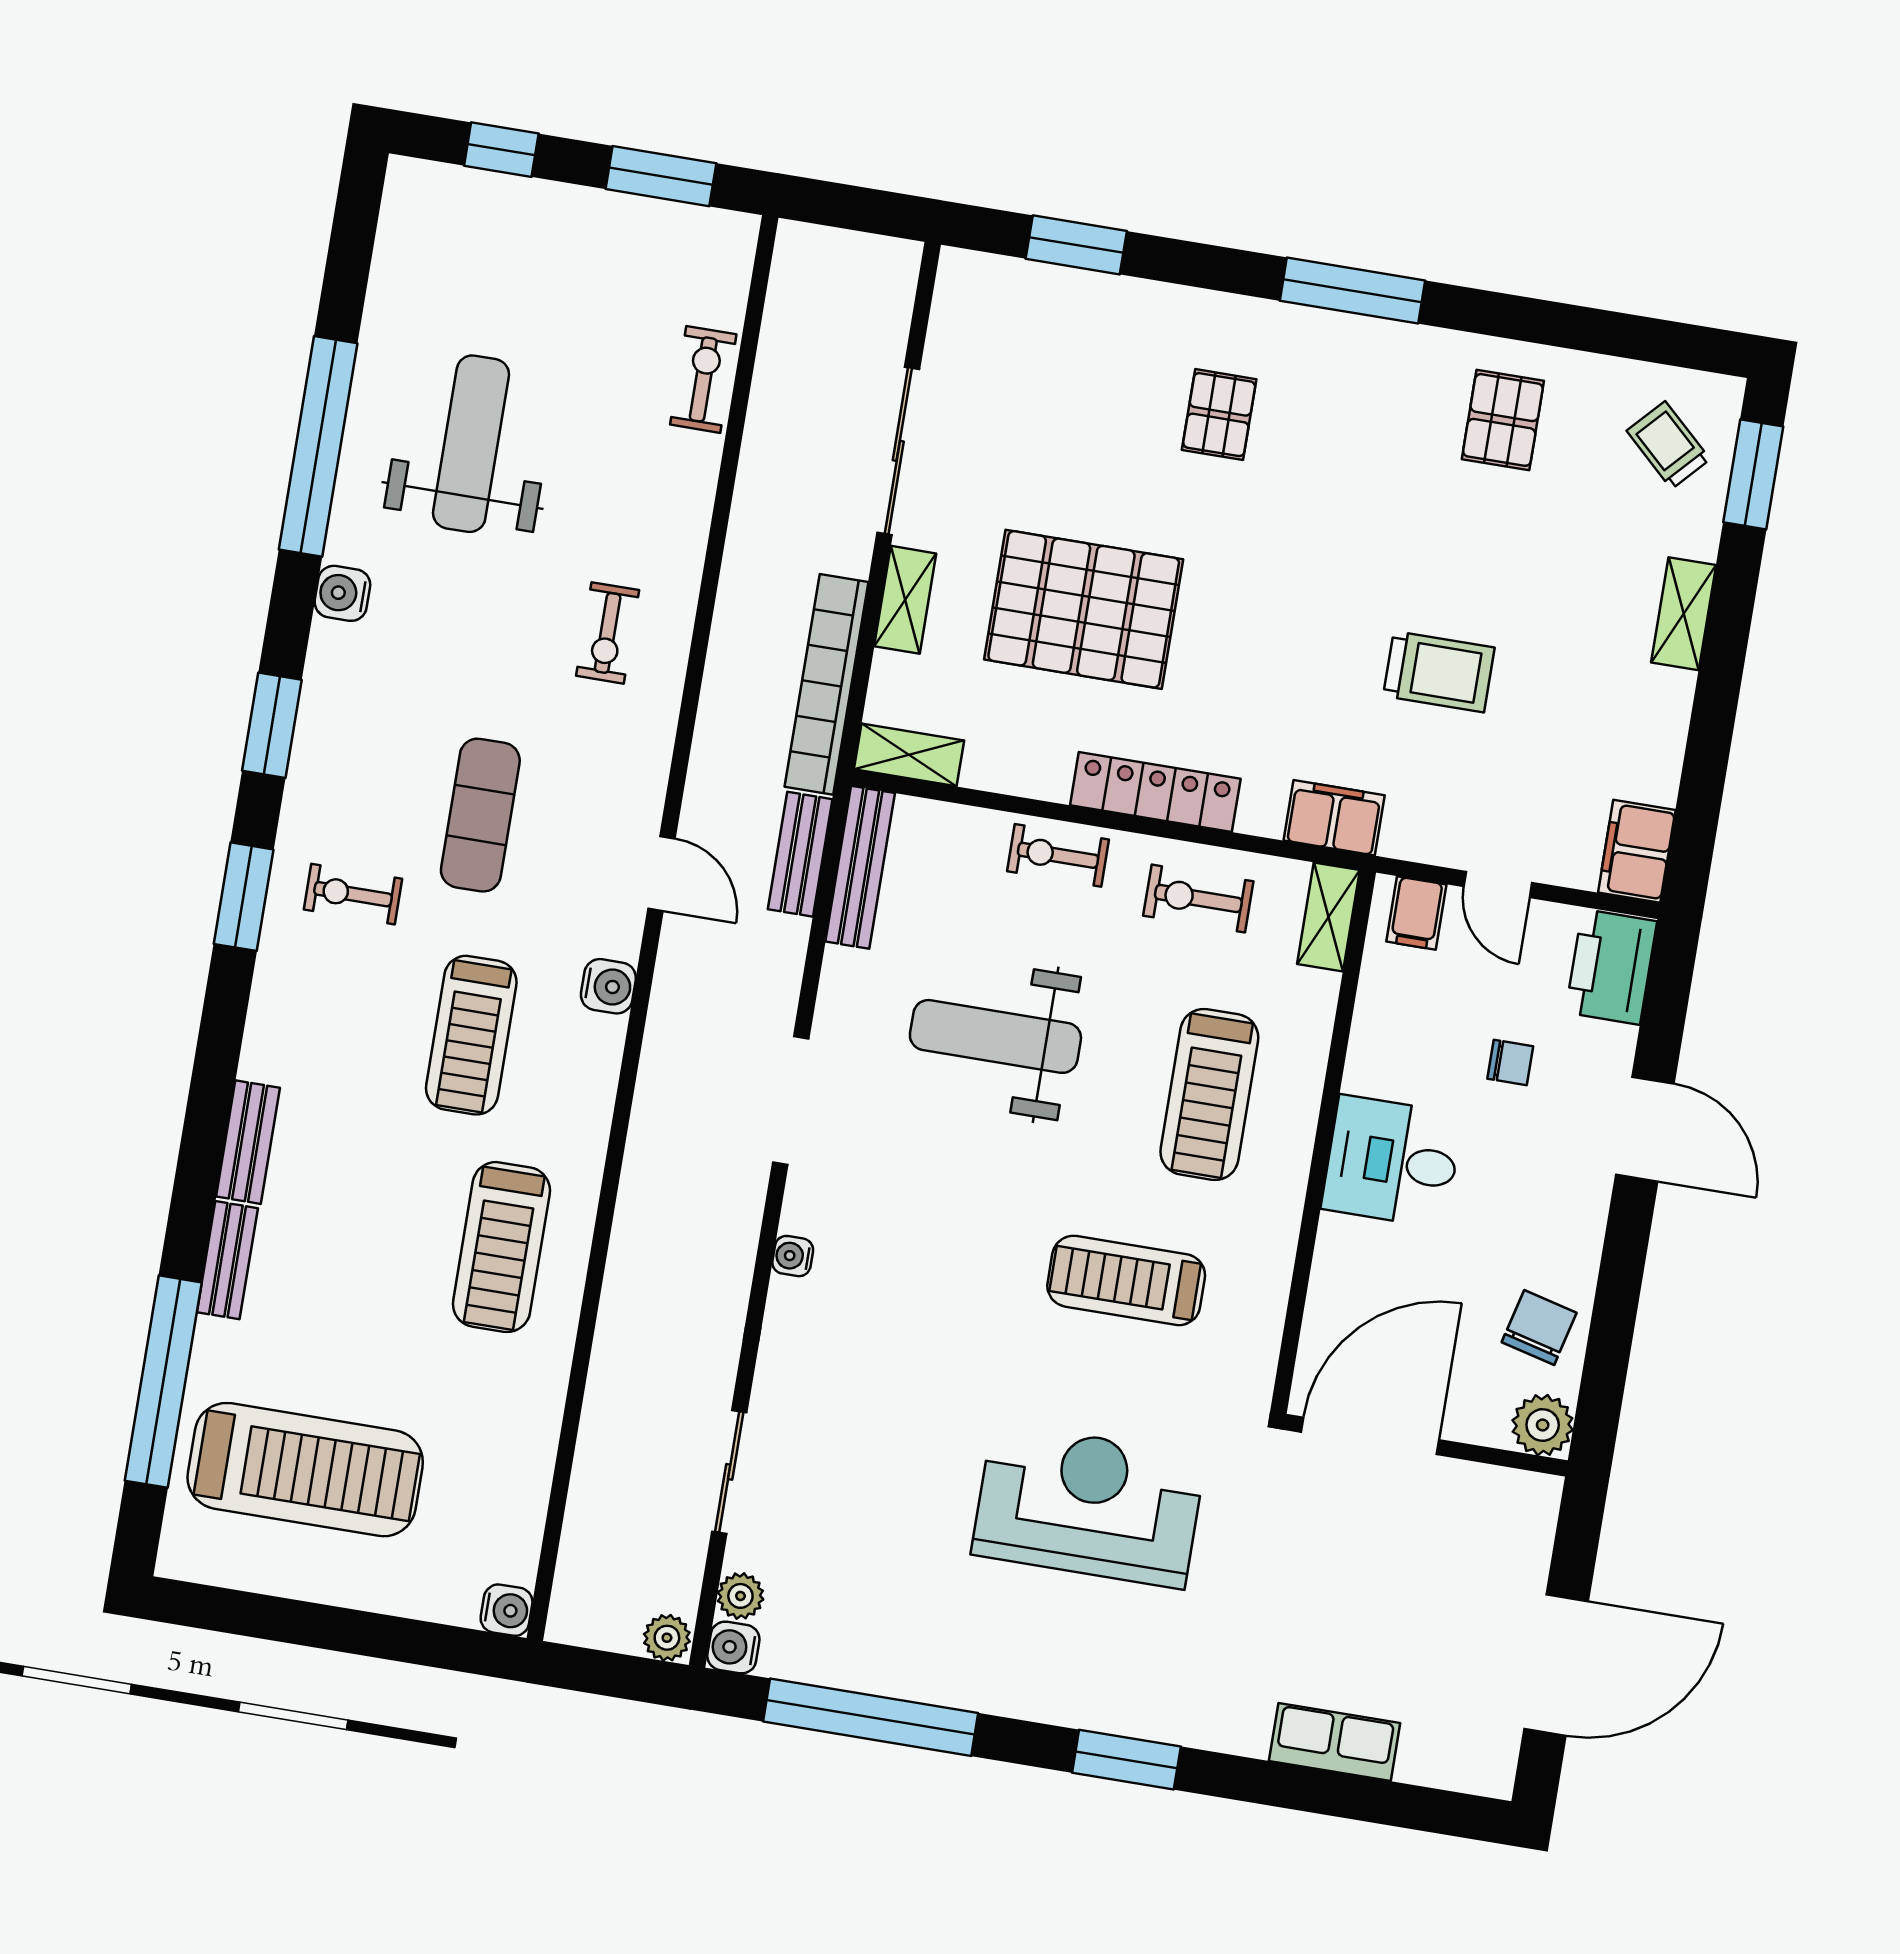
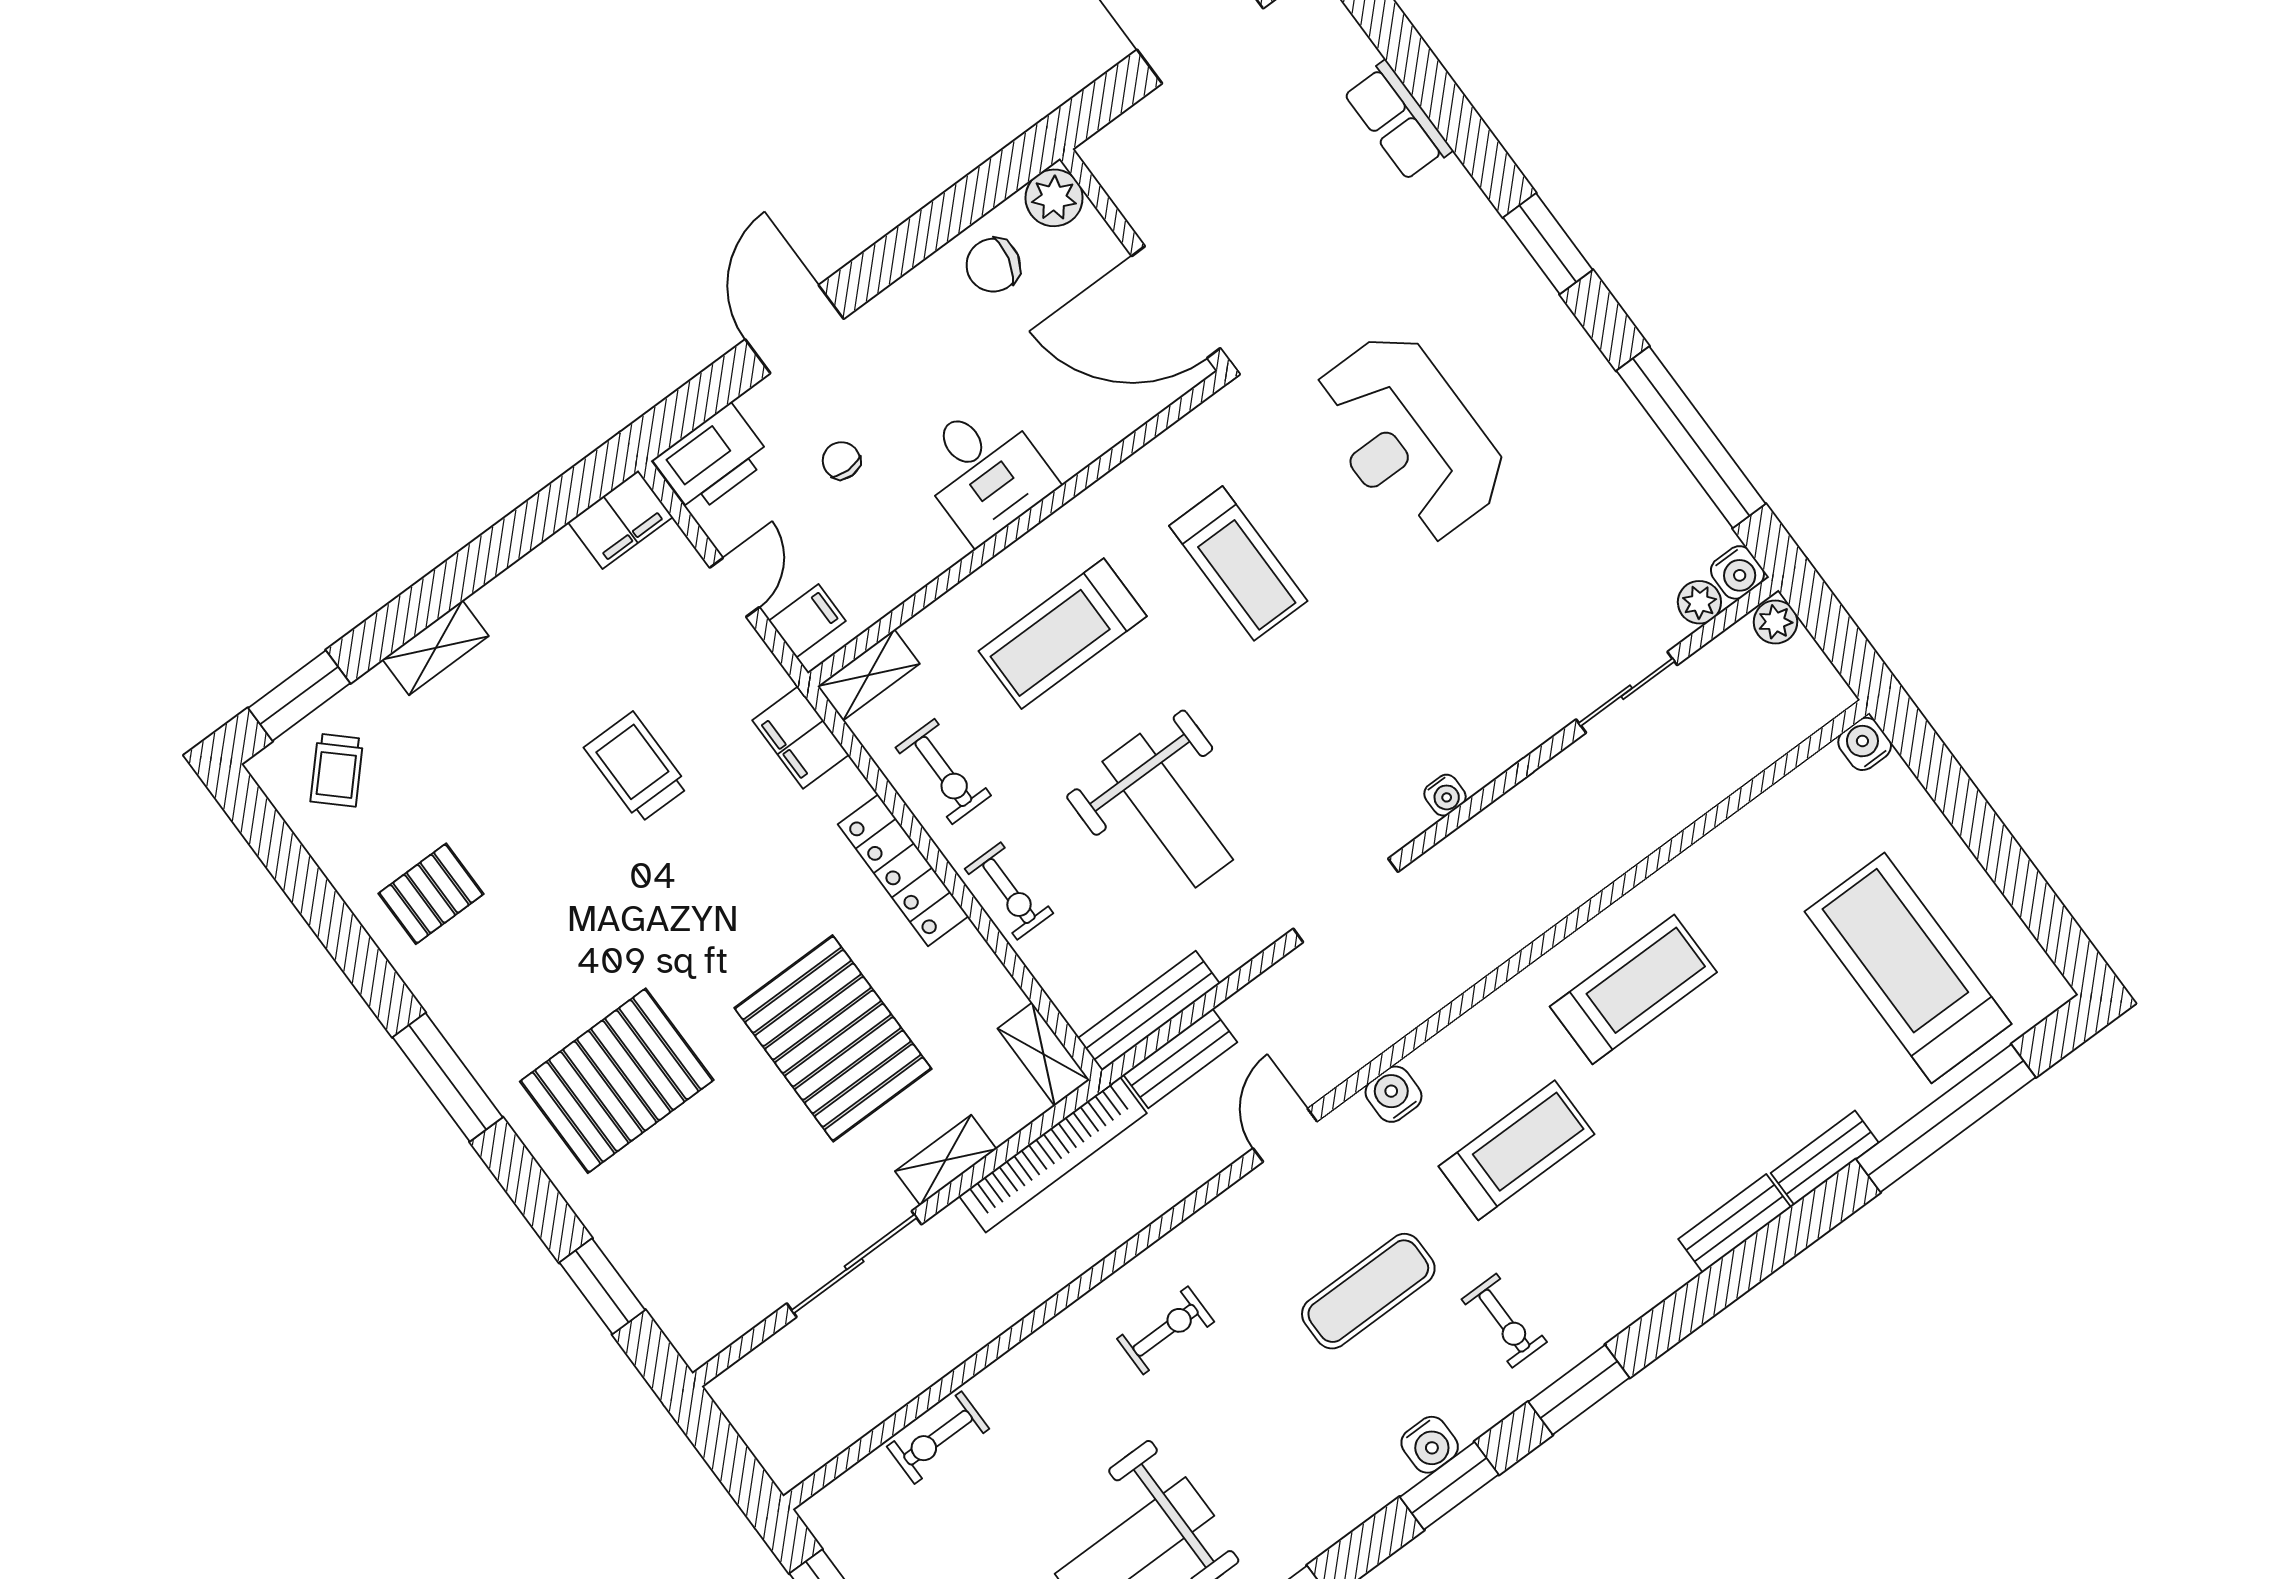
pallet: (1219, 415) -> (617, 1081), width x2.05, depth x2.00
water cooler: (342, 593) -> (1430, 1445), moved
treadmill: (1209, 1094) -> (1063, 634), turned 180

